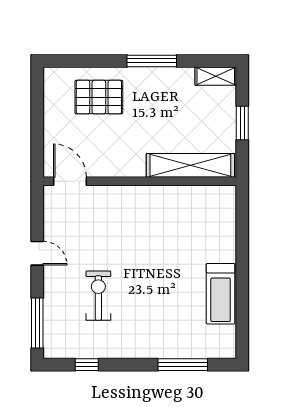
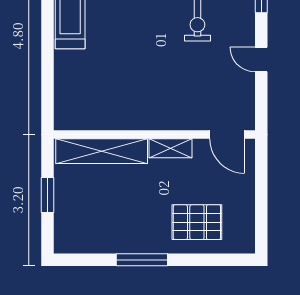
shelving: (216, 76) -> (170, 148), moved

